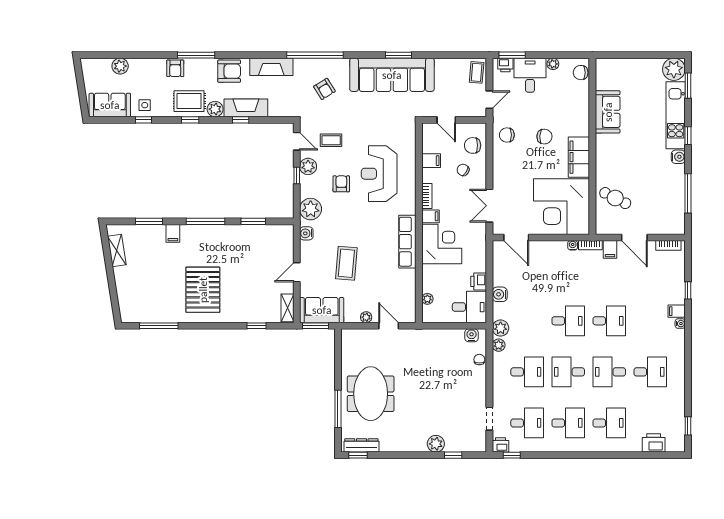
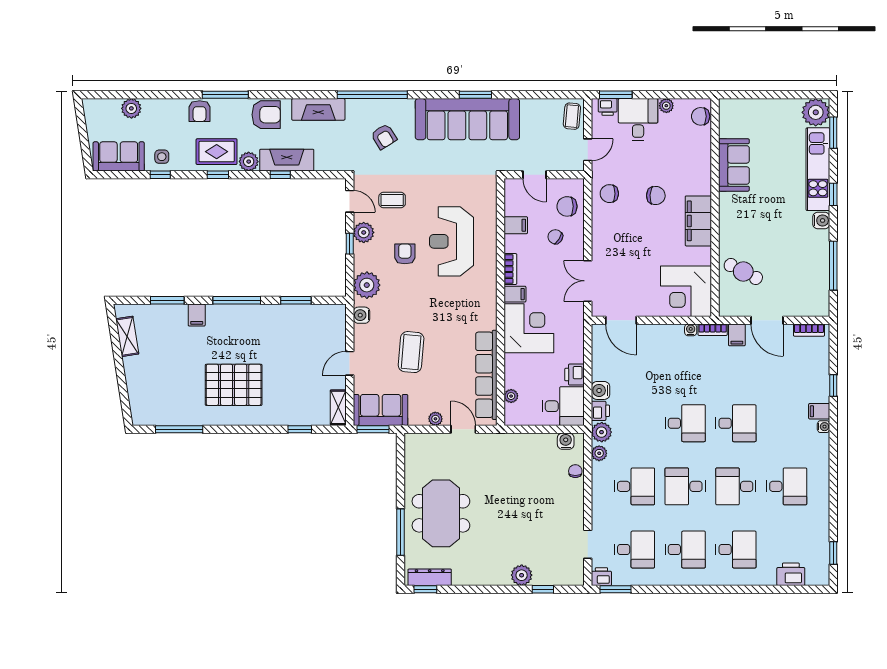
corner desk: (562, 207) -> (686, 291), width x0.74, depth x0.74
row of seats: (407, 242) -> (486, 375), moved, width x1.36
pallet: (203, 290) -> (234, 385), turned 90
printer: (500, 311) -> (600, 411), added
window: (512, 455) -> (615, 589), width x1.50

